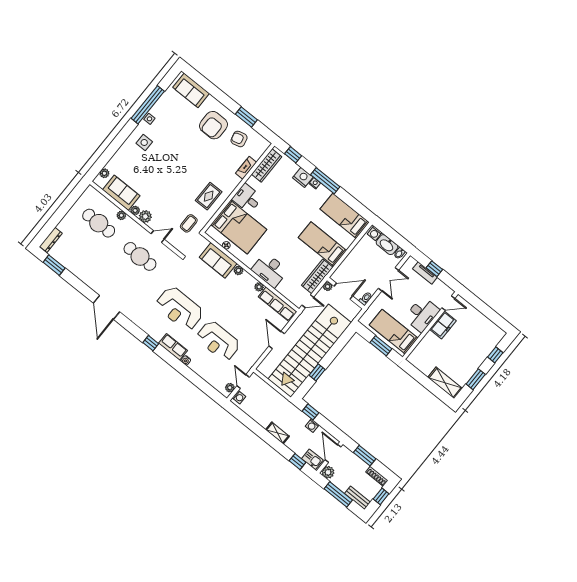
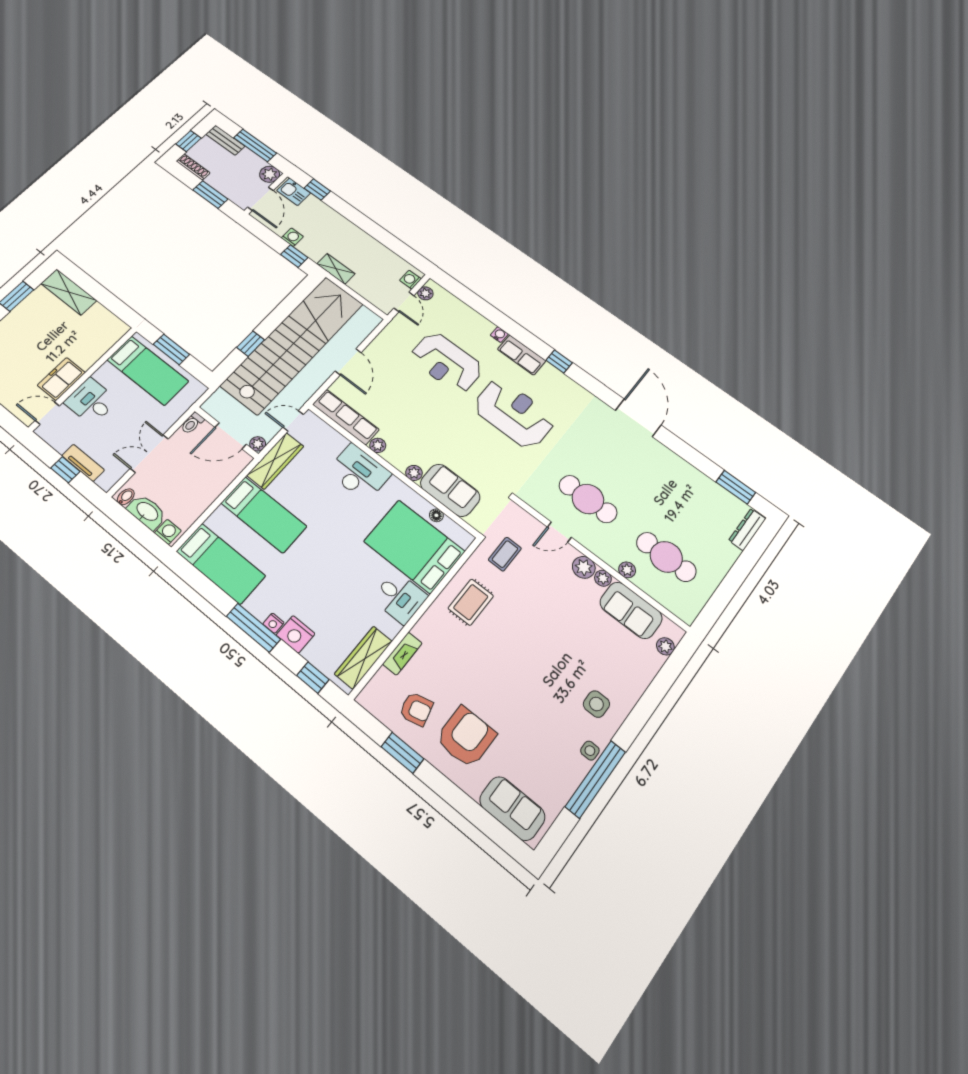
desk: (422, 314) -> (91, 401), width x0.73
reception desk: (218, 341) -> (447, 362), turned 180
window: (317, 372) -> (250, 344), moved
shelving: (277, 433) -> (336, 269), moved

